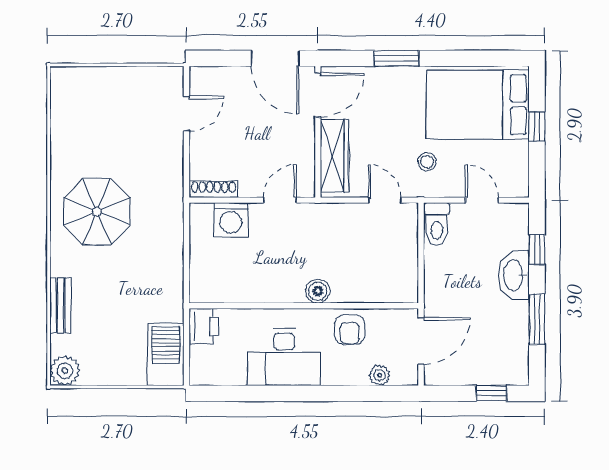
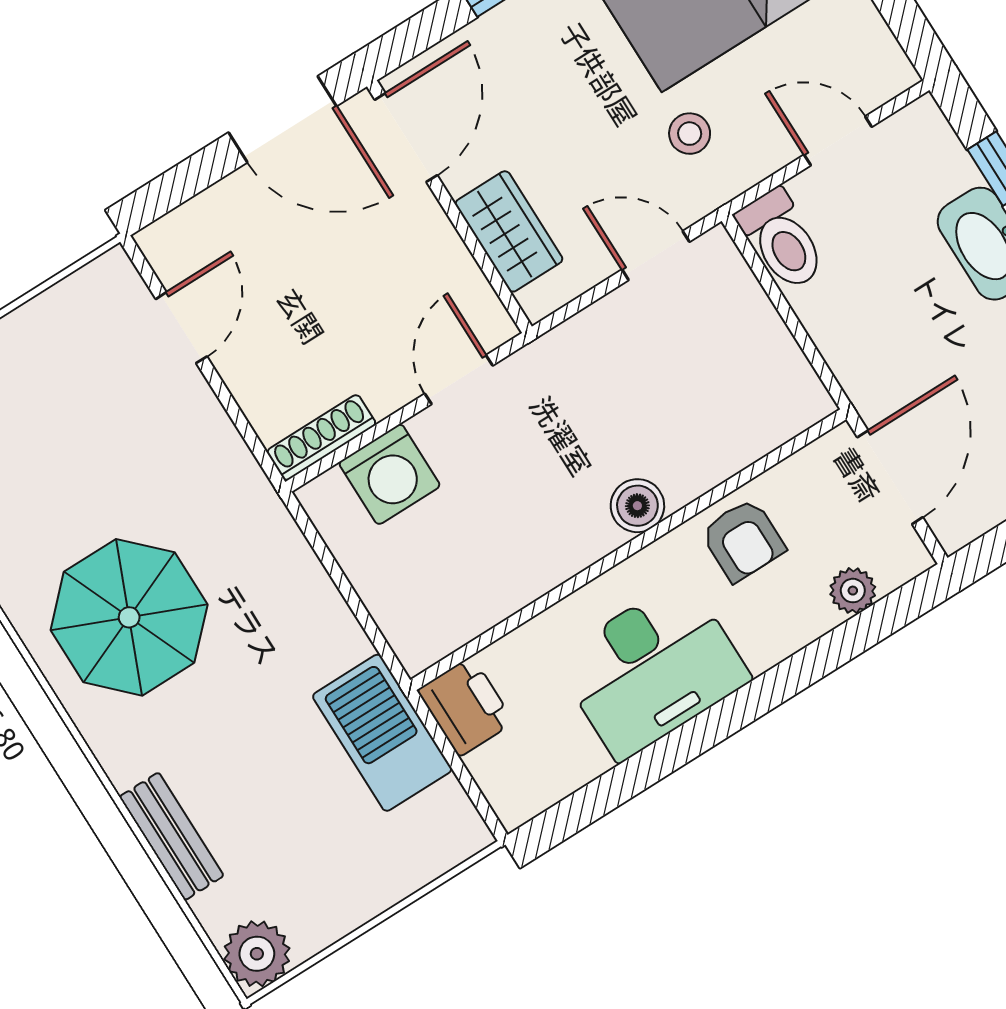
wardrobe: (335, 156) -> (509, 231), width x0.67
barbecue: (166, 354) -> (382, 733), moved

